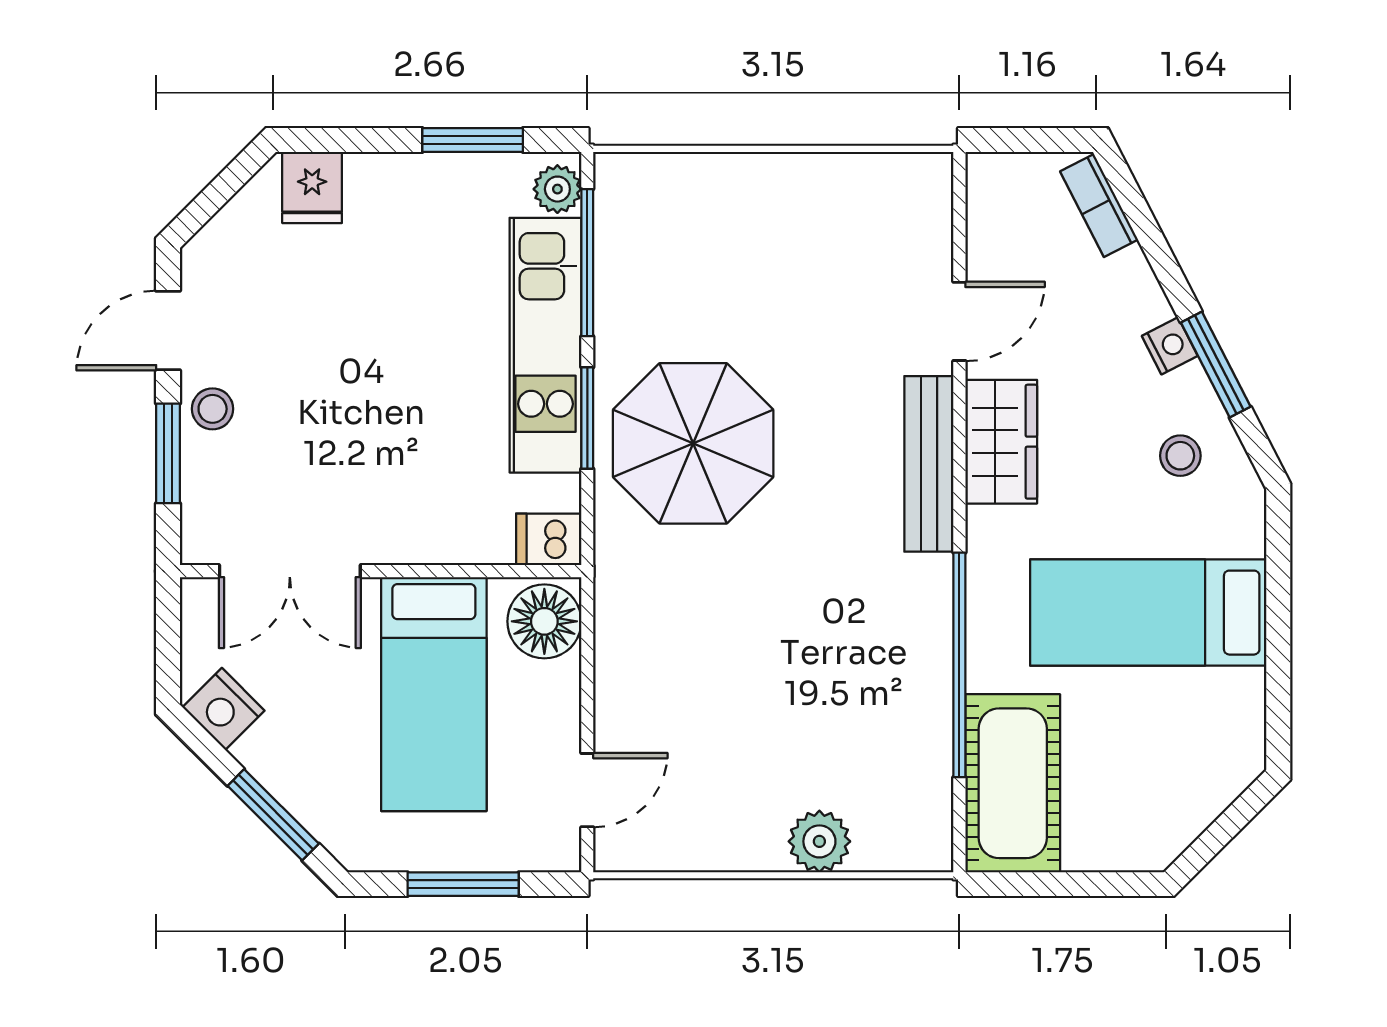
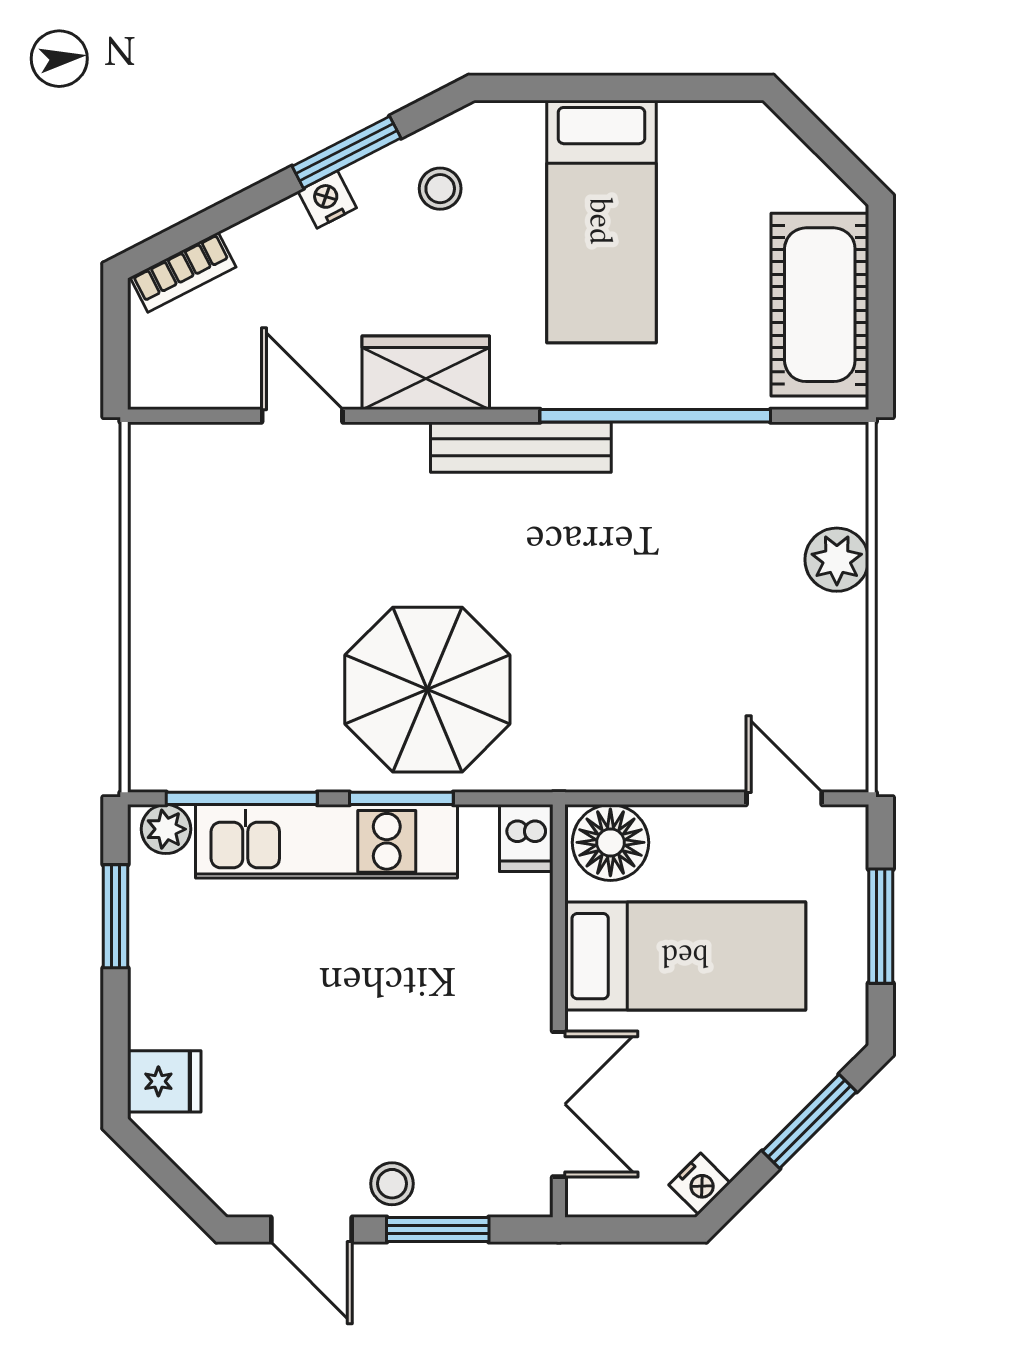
bench: (929, 464) -> (521, 447), moved
nightstand: (223, 709) -> (700, 1184), width x0.72, depth x0.74
cot: (1013, 783) -> (820, 305), moved, turned 90

